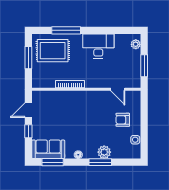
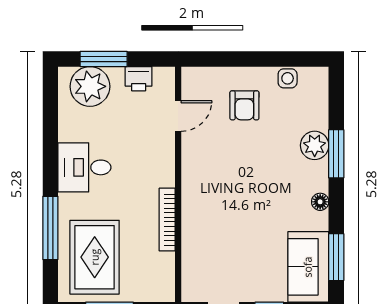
plant: (136, 44) -> (90, 86), width x1.88, depth x1.88
desk: (98, 46) -> (84, 167), width x0.73
window: (144, 66) -> (104, 59), moved
printer: (135, 71) -> (139, 79), added

